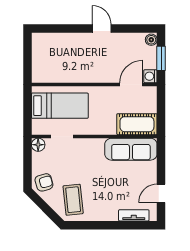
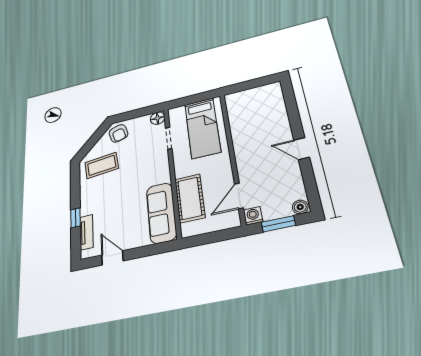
door: (102, 29) -> (302, 149), swing flipped
door: (131, 84) -> (239, 196), swing flipped
cot: (137, 124) -> (190, 198), moved
window: (118, 225) -> (75, 218), added

